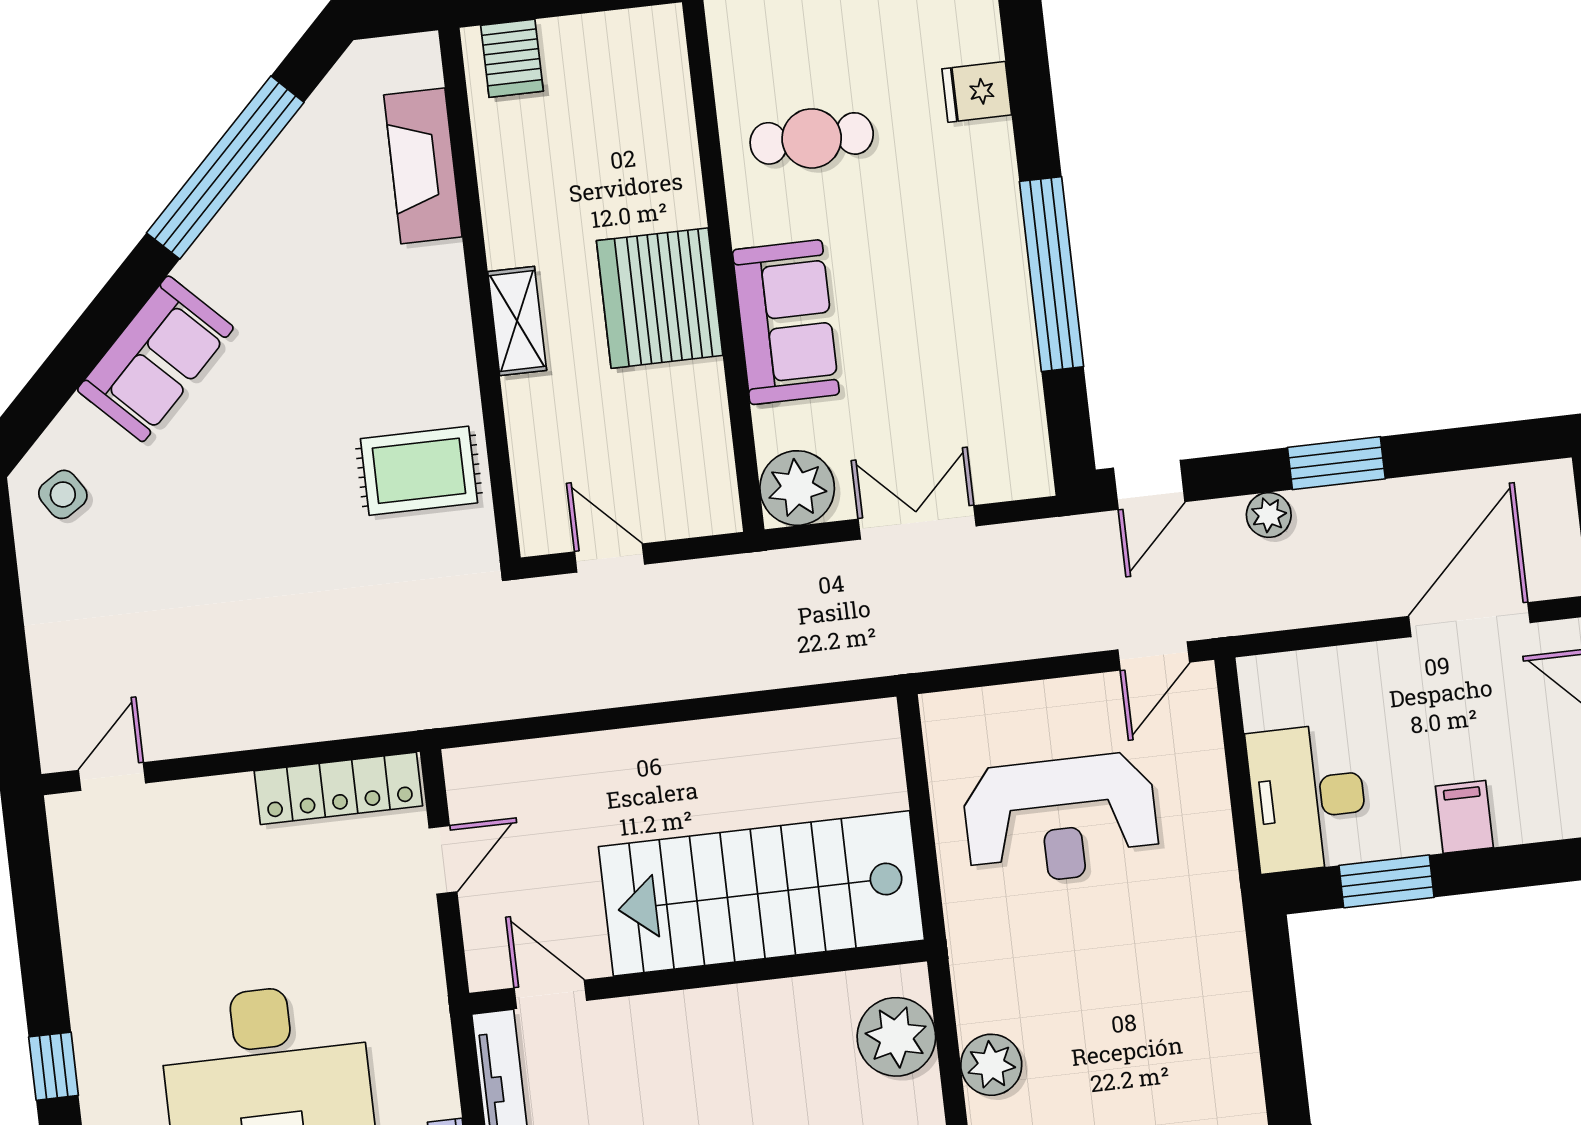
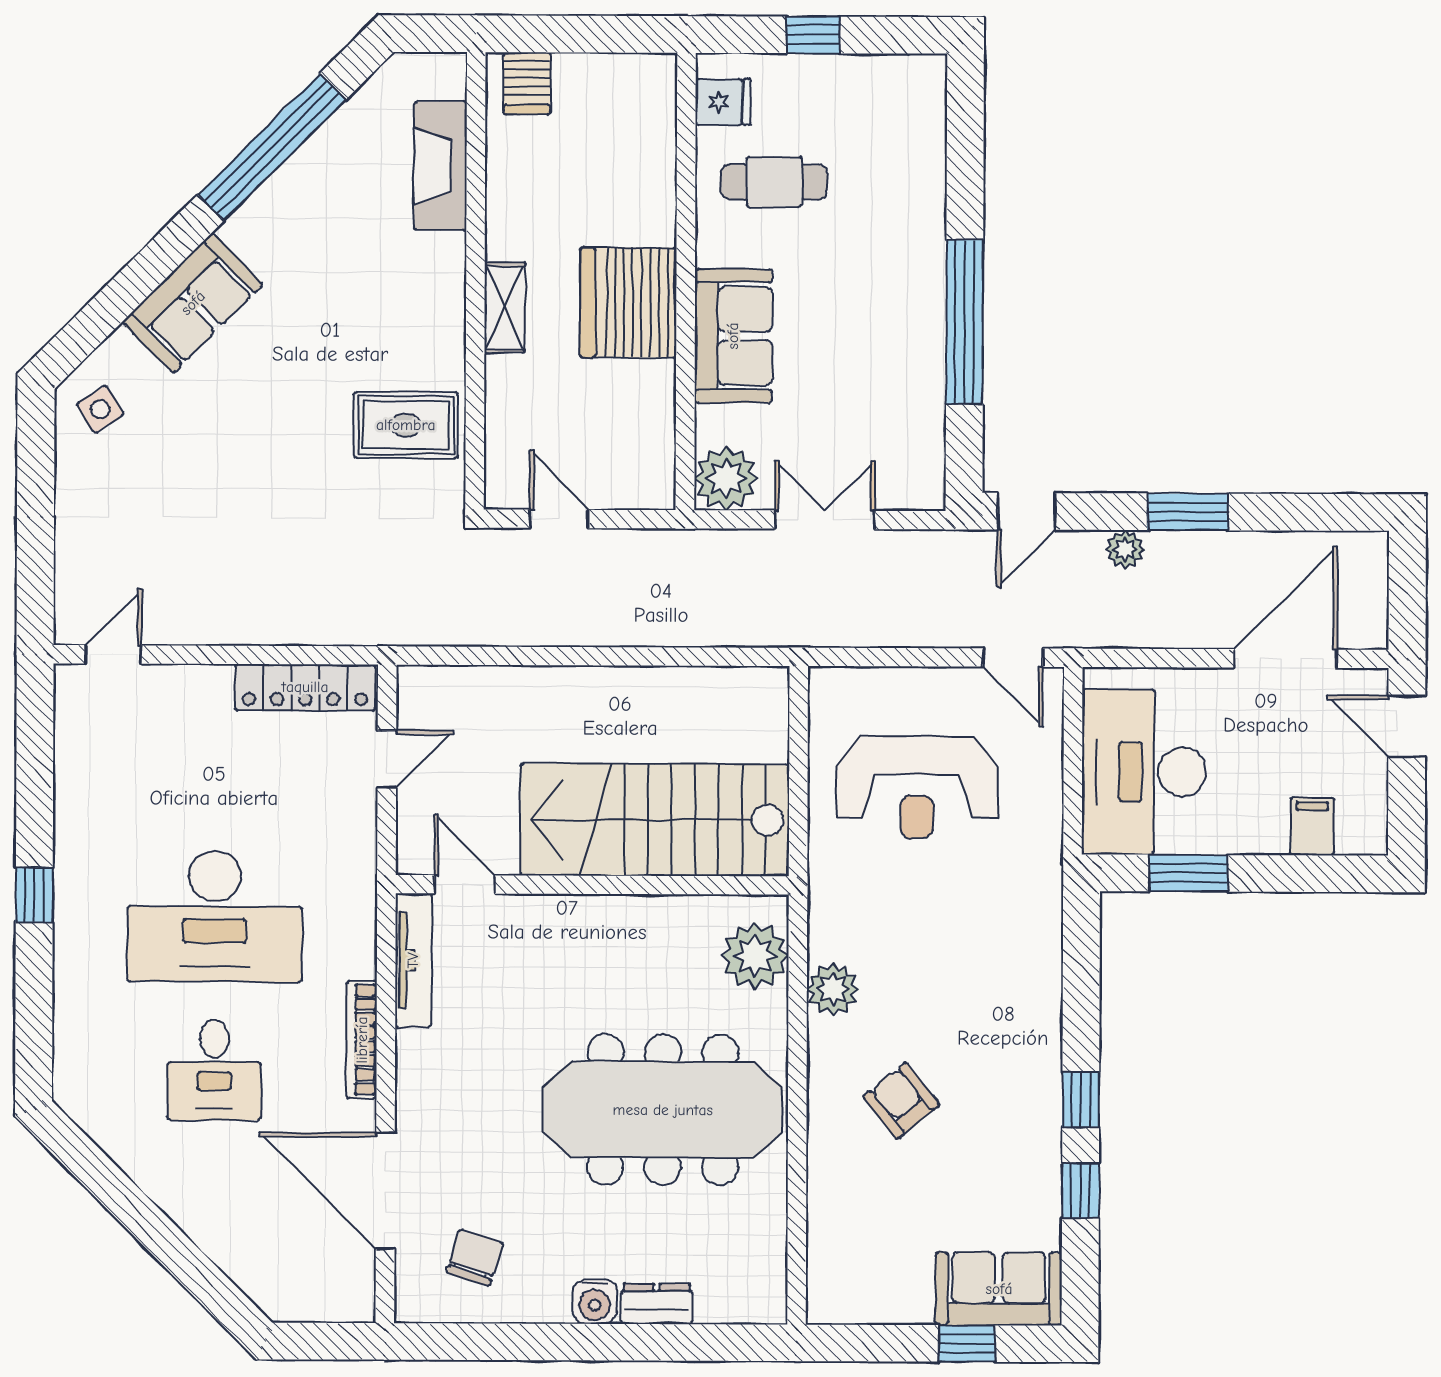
fridge: (977, 92) -> (723, 102), moved, turned 180
door: (1154, 656) -> (1013, 658), hinge flipped
desk: (1308, 798) -> (1144, 772), width x1.36, depth x1.30
filing cabinet: (1464, 817) -> (1312, 826), moved

